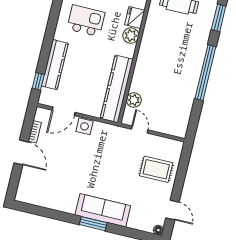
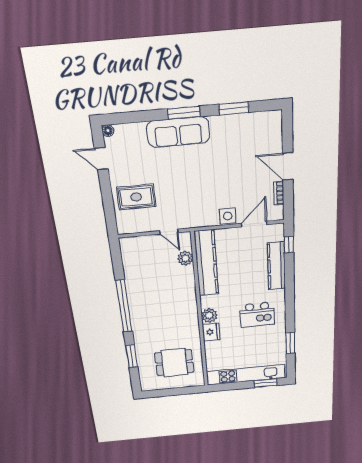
window: (52, 214) -> (234, 108), added

